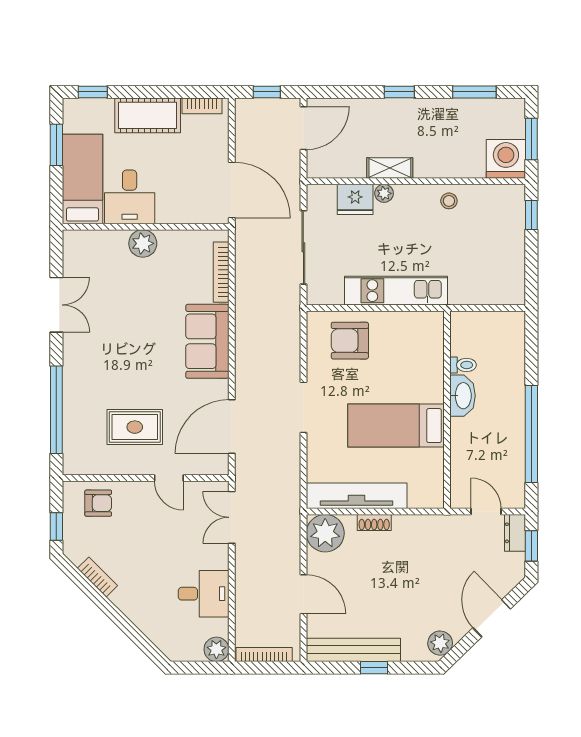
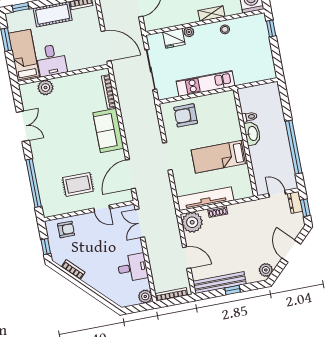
shelving: (390, 168) -> (211, 13), moved
plant: (143, 243) -> (46, 88), moved

